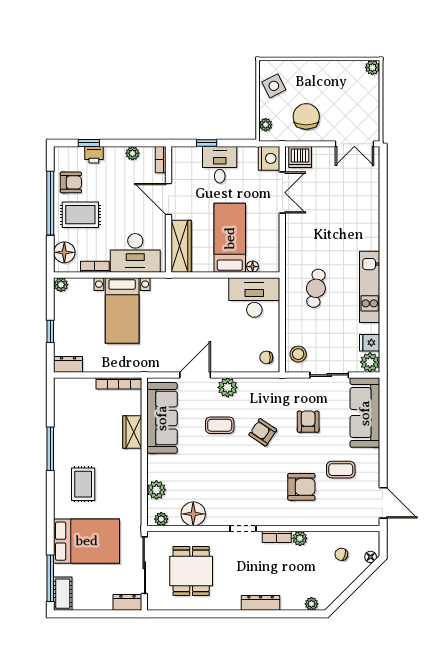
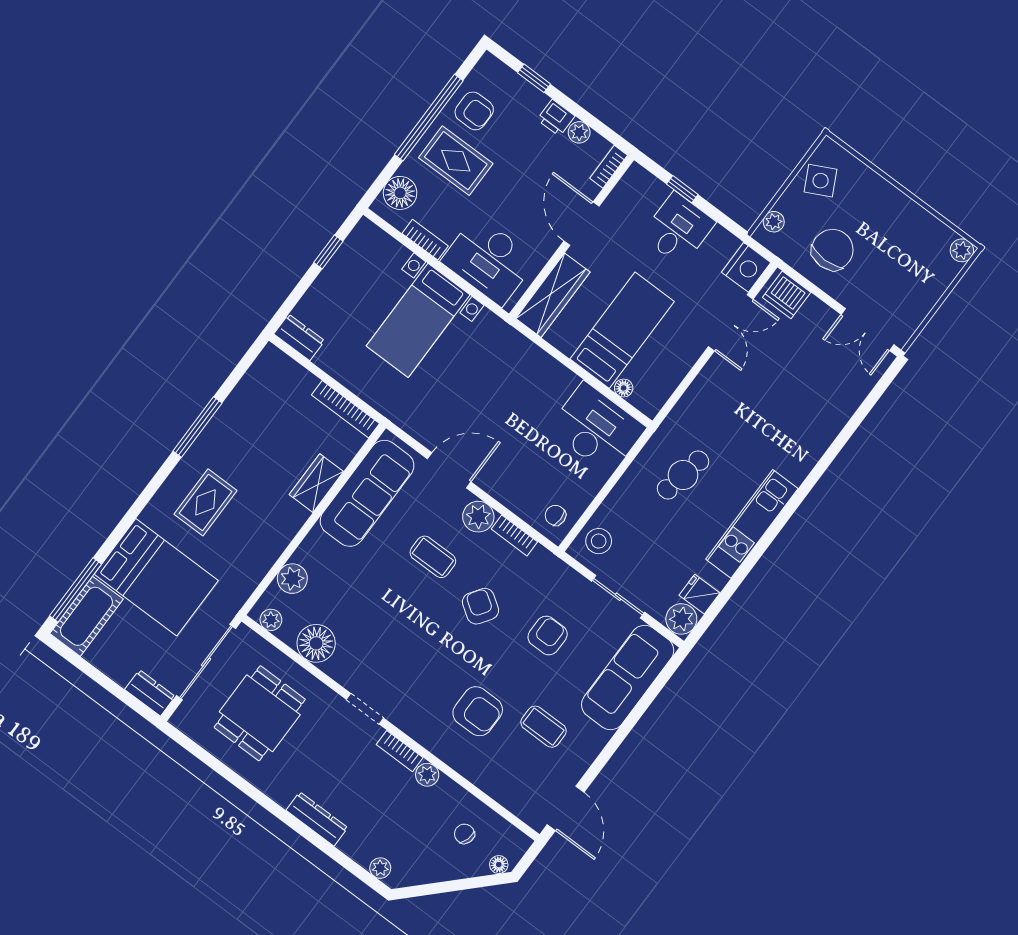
printer: (94, 155) -> (556, 118), moved
plant: (61, 285) -> (365, 230), removed
window: (50, 331) -> (328, 252), moved
bookcase: (253, 383) -> (514, 535), added
cot: (63, 594) -> (86, 616), width x1.37, depth x1.34

